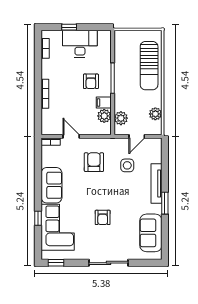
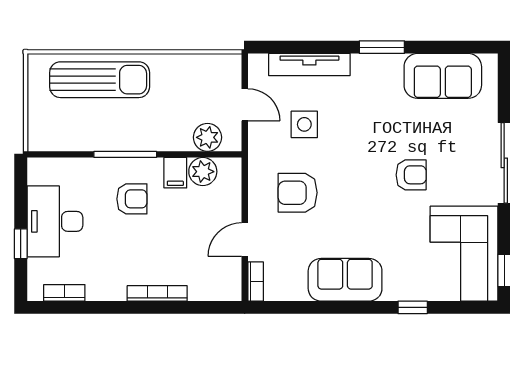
plant: (155, 114) -> (199, 66), removed
tv unit: (156, 184) -> (309, 65), moved
corner sofa: (58, 227) -> (464, 254), moved, turned -90

